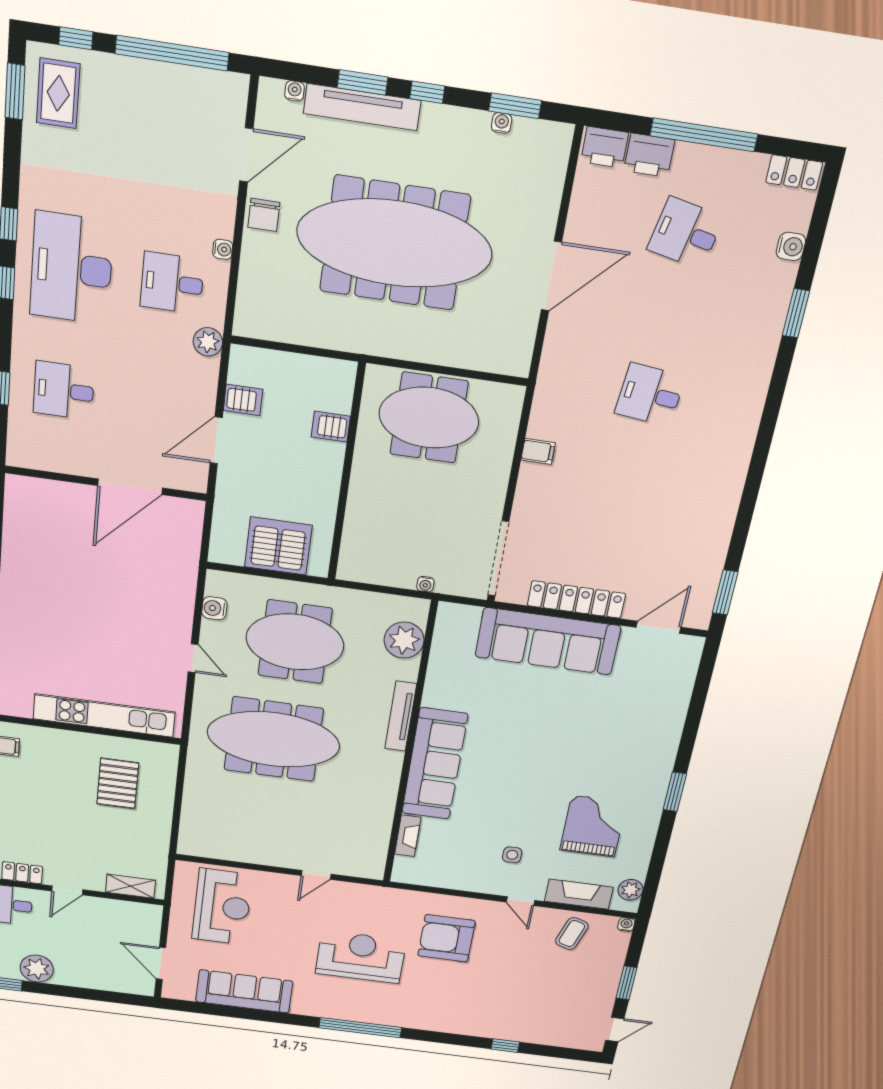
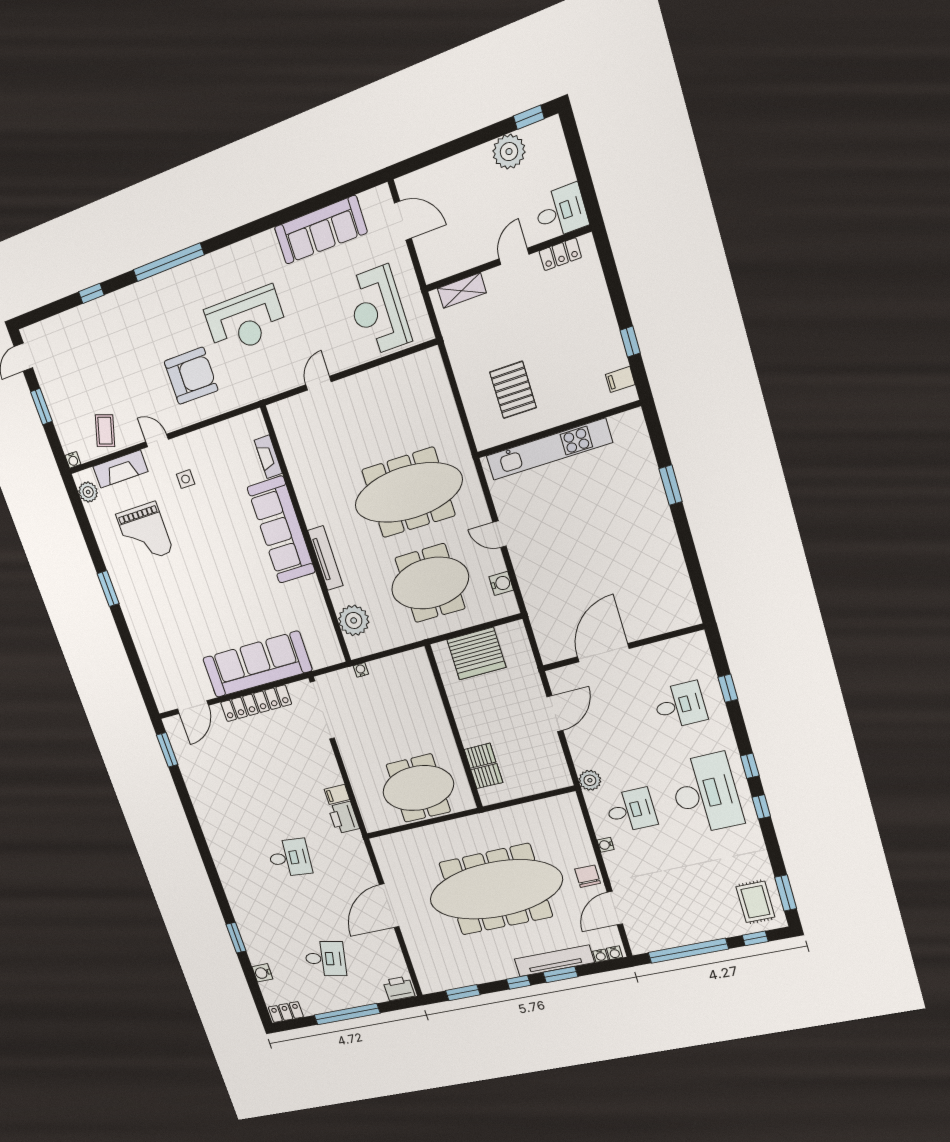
water cooler: (502, 123) -> (614, 953), moved
printer: (649, 155) -> (344, 818), moved, turned -90
server rack: (243, 400) -> (487, 776), moved, turned 180
window: (360, 1028) -> (169, 262), moved

